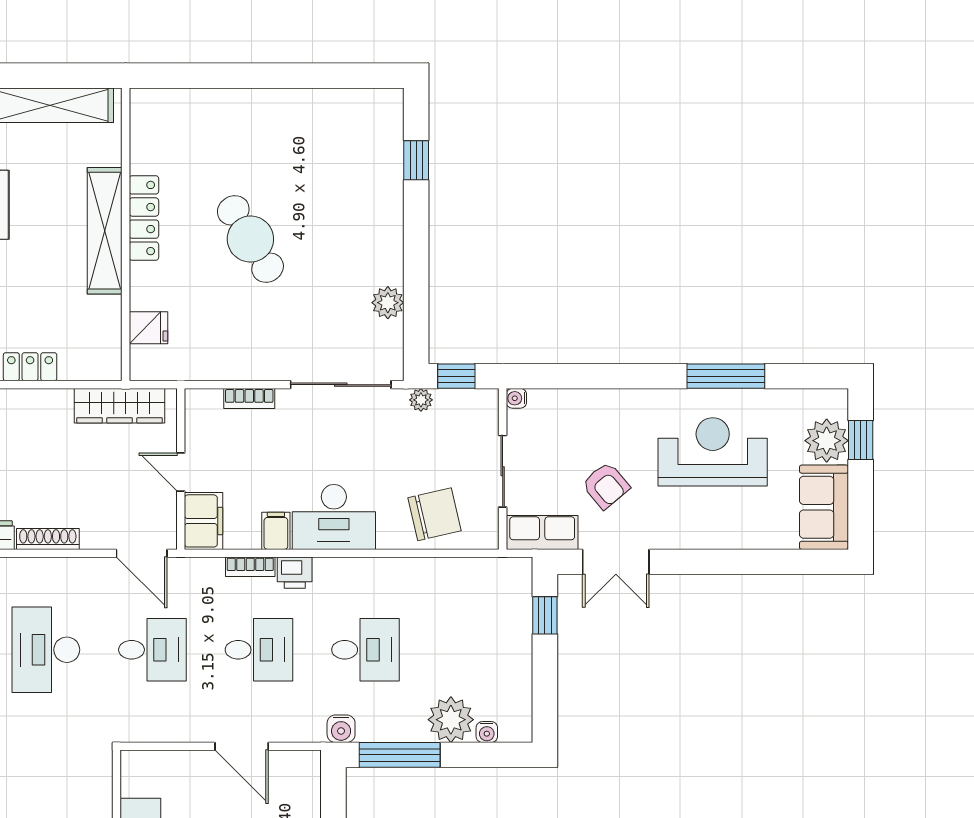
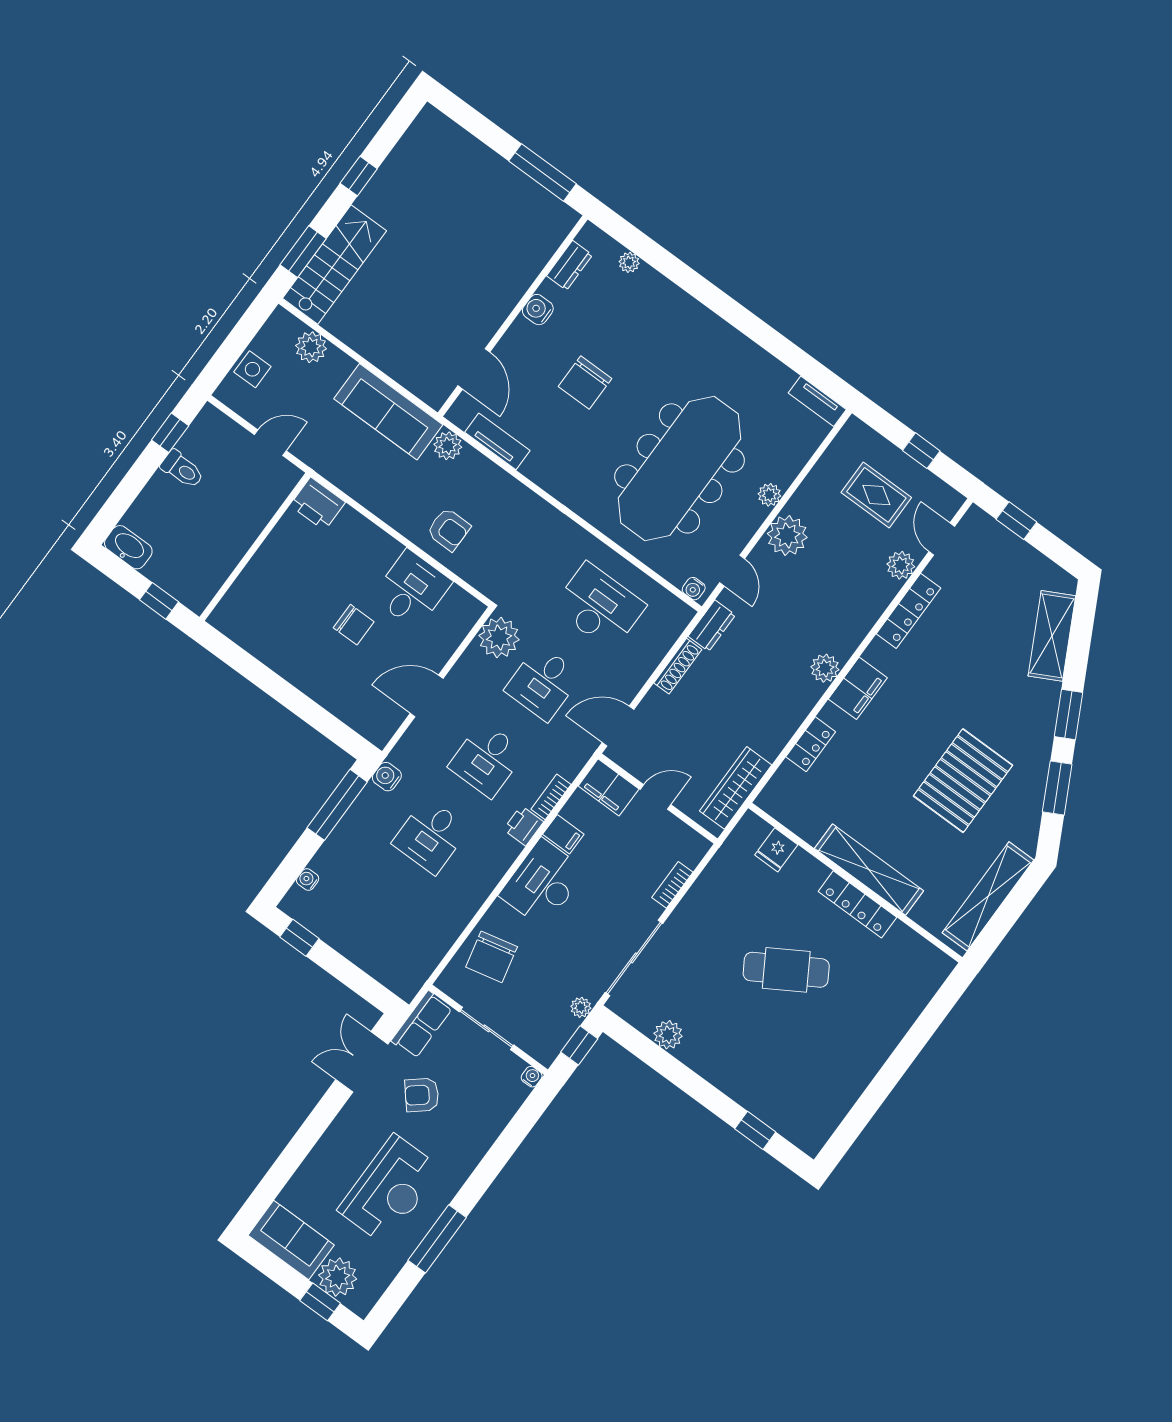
window: (545, 615) -> (299, 938), moved
plant: (451, 720) -> (499, 638), moved

